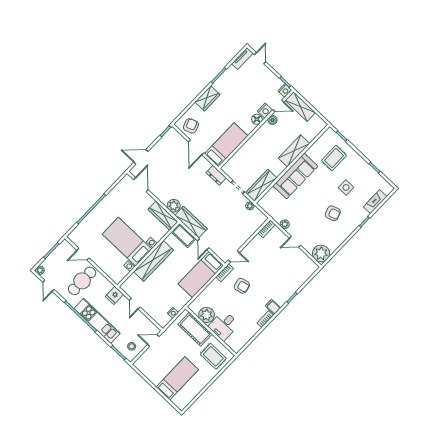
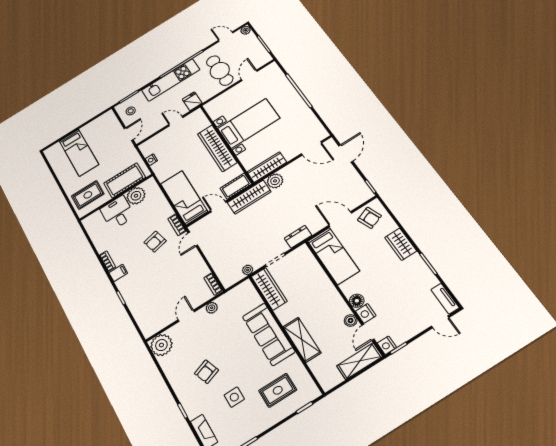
rug: (334, 158) -> (278, 390), turned 90

